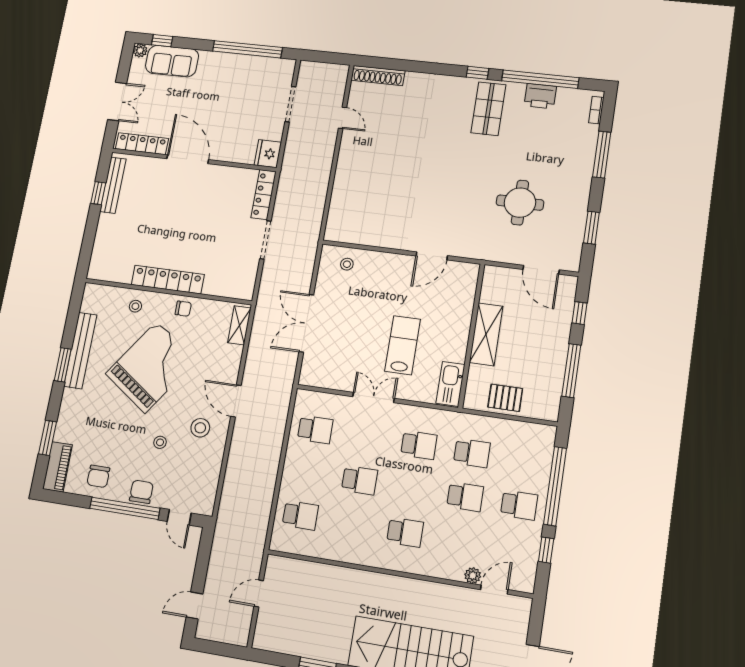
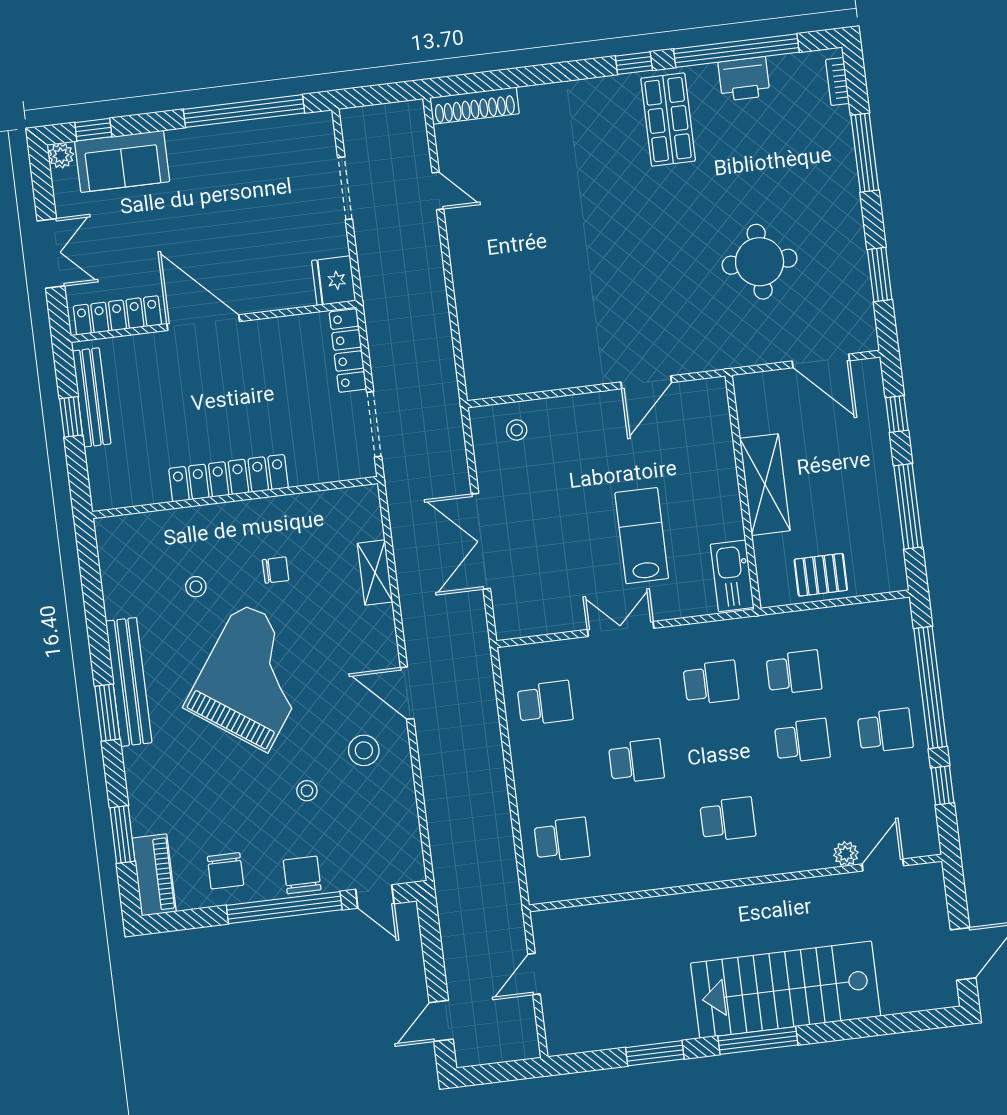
locker: (168, 280) -> (229, 478), moved
wall: (168, 292) -> (235, 498), moved

